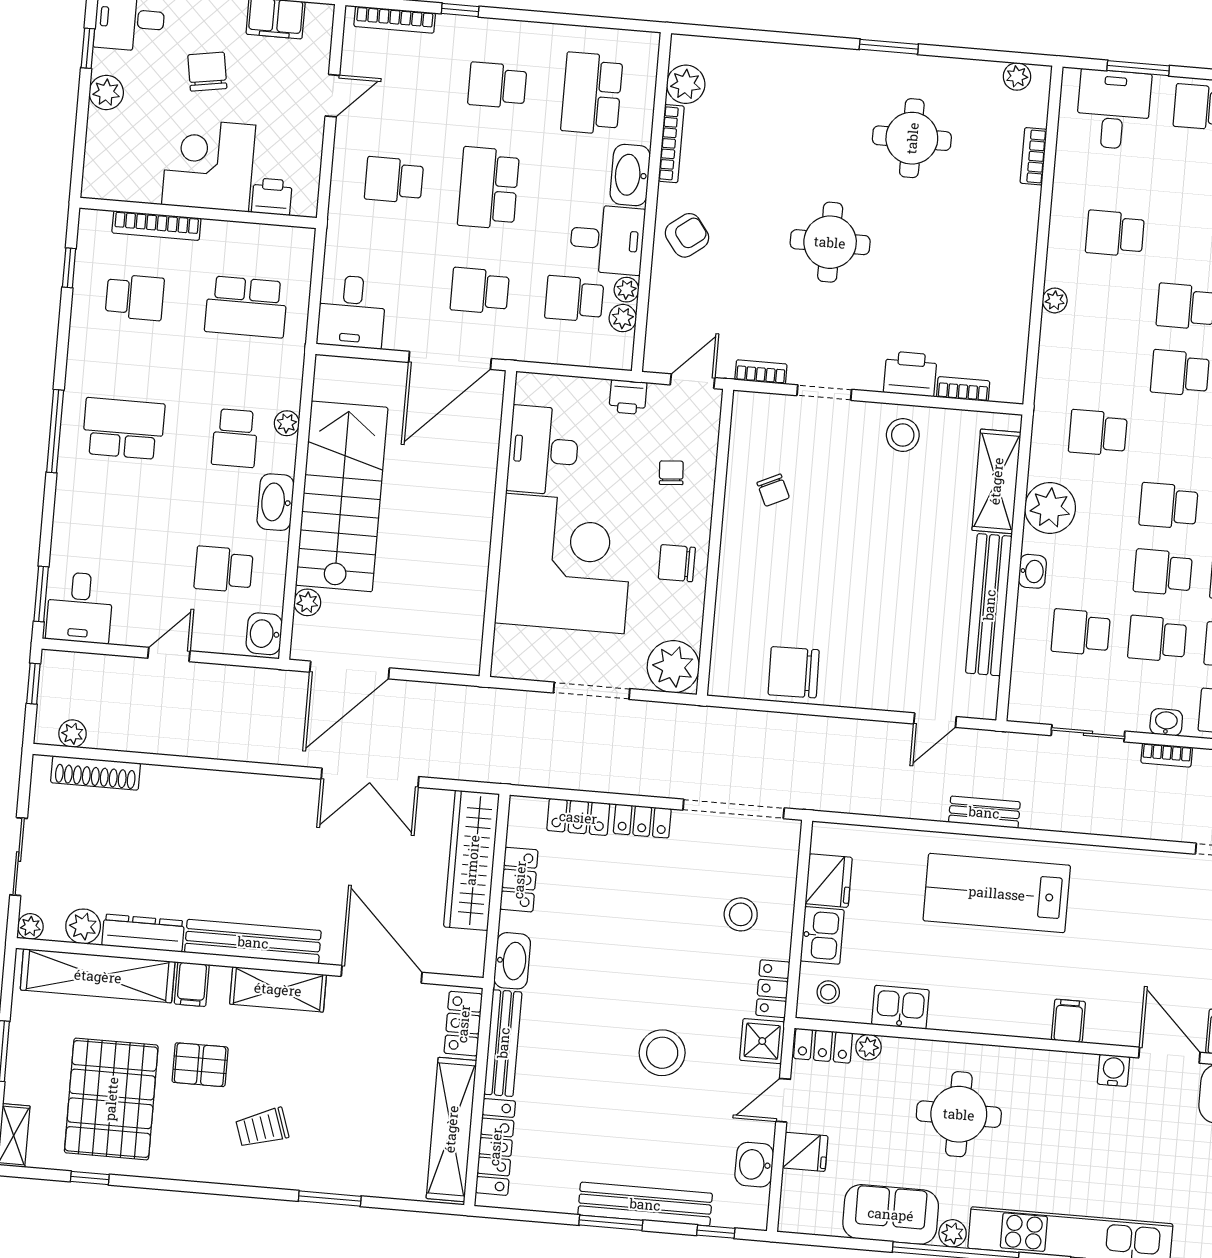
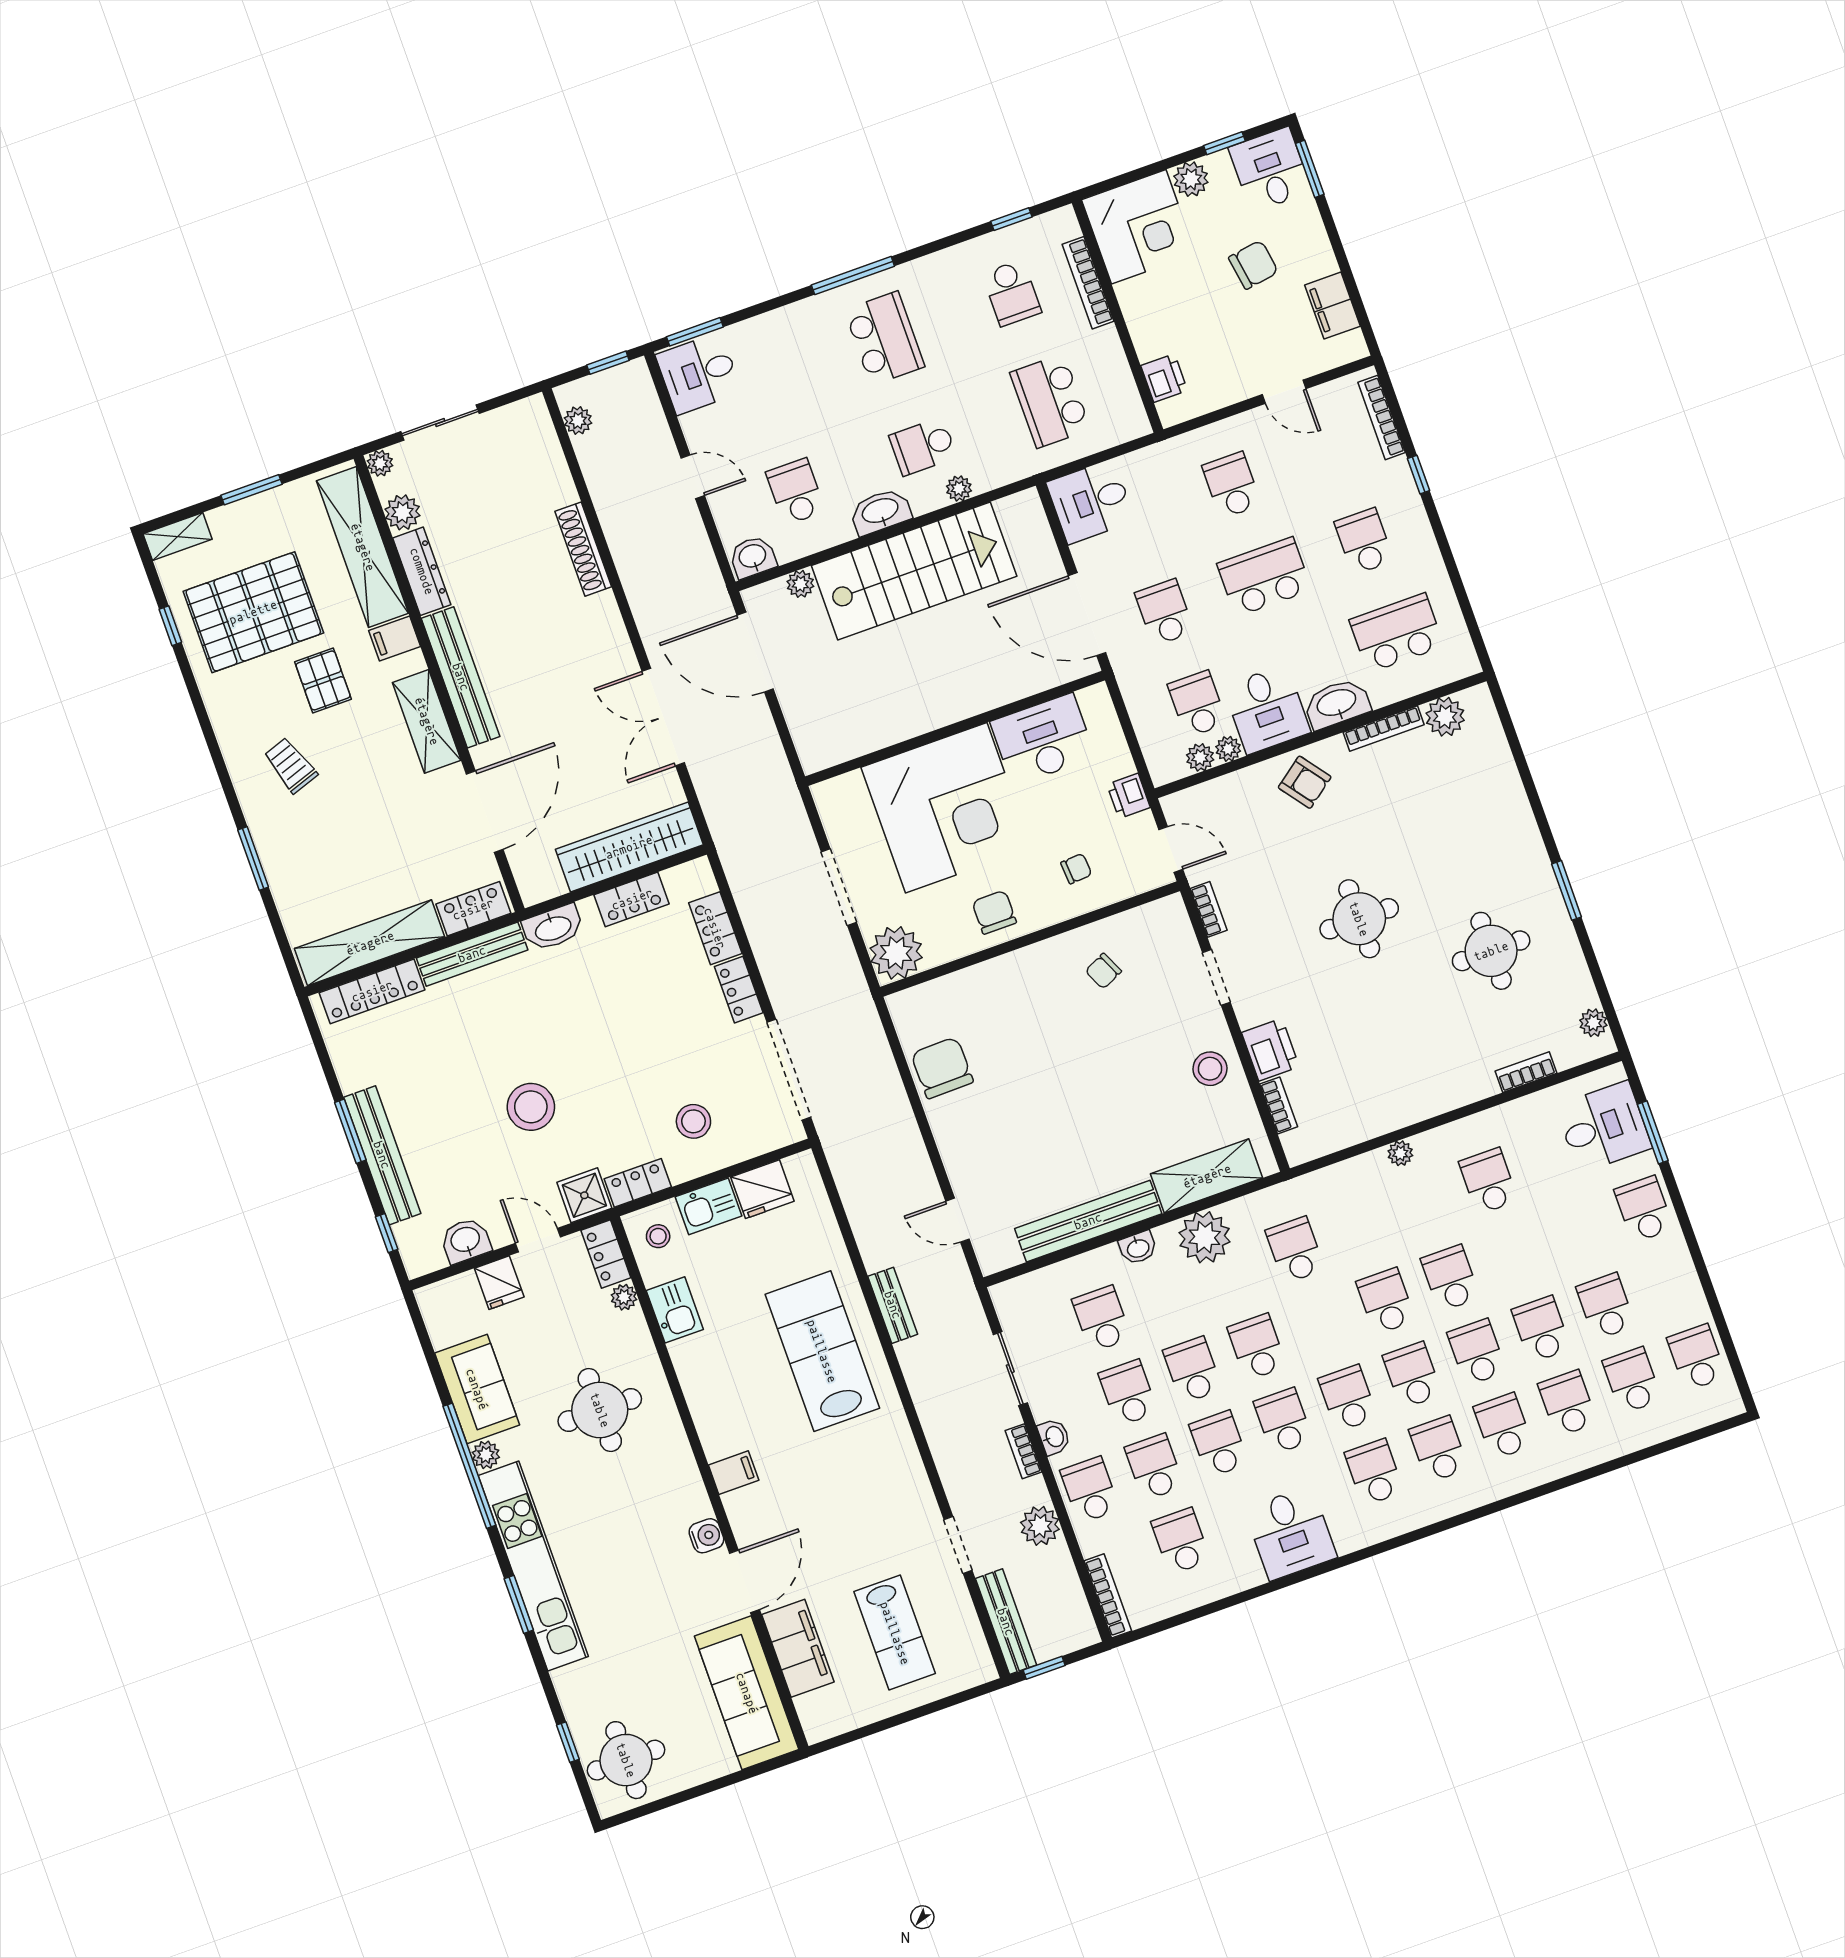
corner desk: (209, 165) -> (1139, 227), moved, turned 90
shoe rack: (96, 773) -> (583, 549), moved

